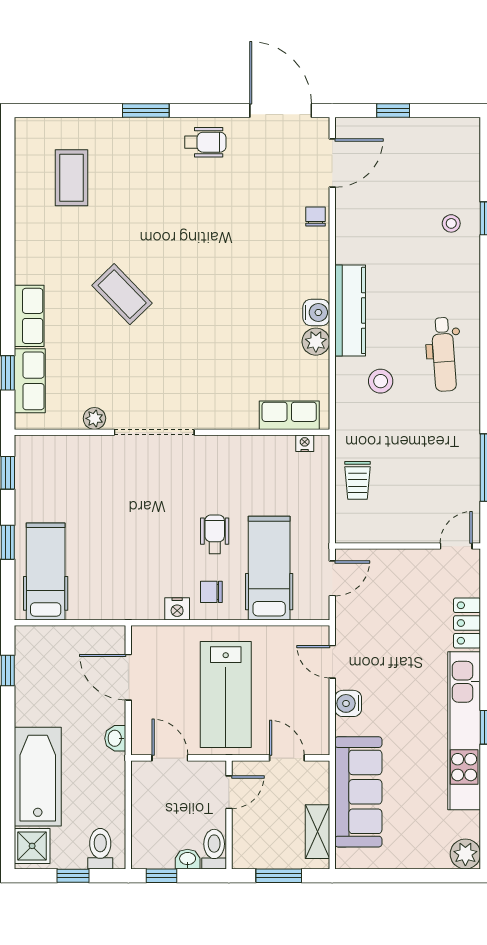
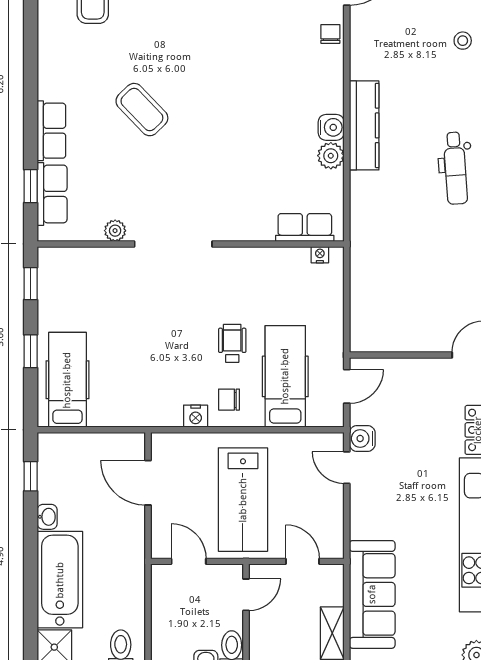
stool: (381, 381) -> (394, 194), removed
trolley: (358, 480) -> (371, 291), removed
water cooler: (348, 703) -> (362, 438), moved
washbasin: (115, 738) -> (47, 517), moved, turned 180

